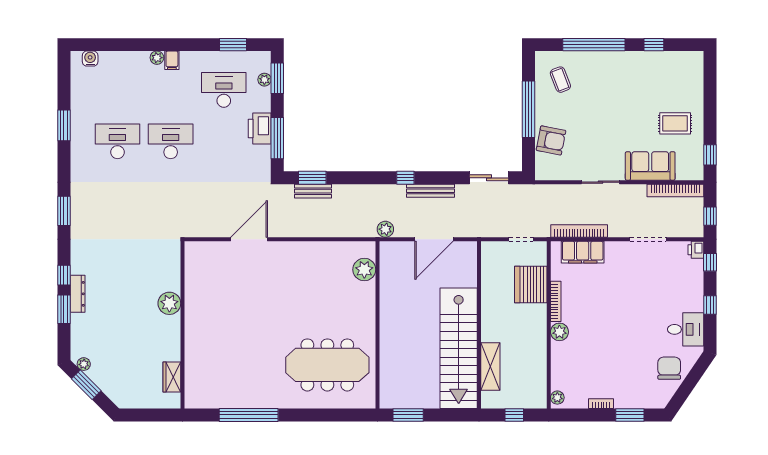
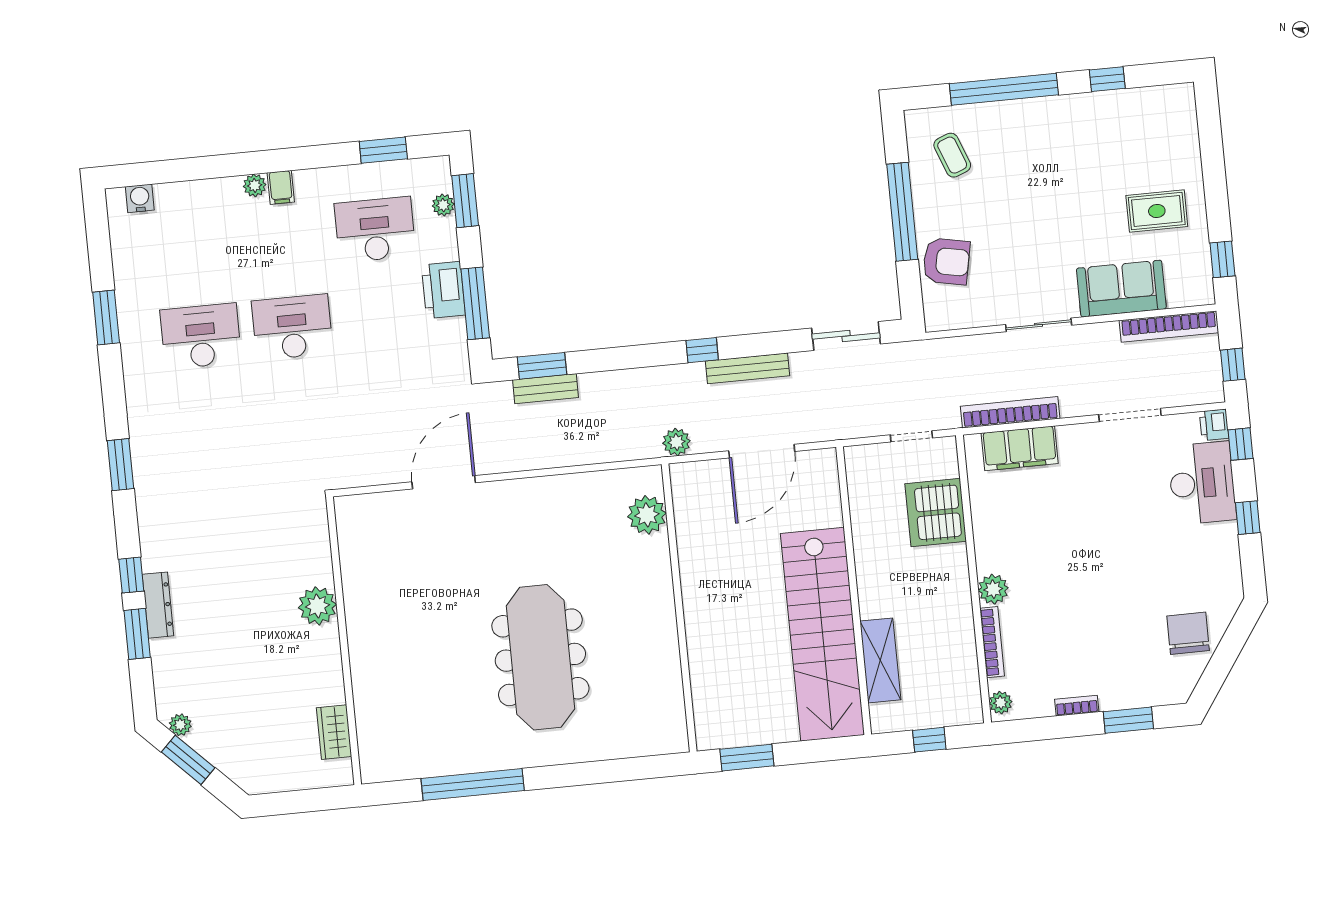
bookcase: (556, 301) -> (992, 642), moved
desk: (686, 329) -> (1202, 483), moved, width x1.37
meeting table: (327, 365) -> (540, 657), moved, turned 90

